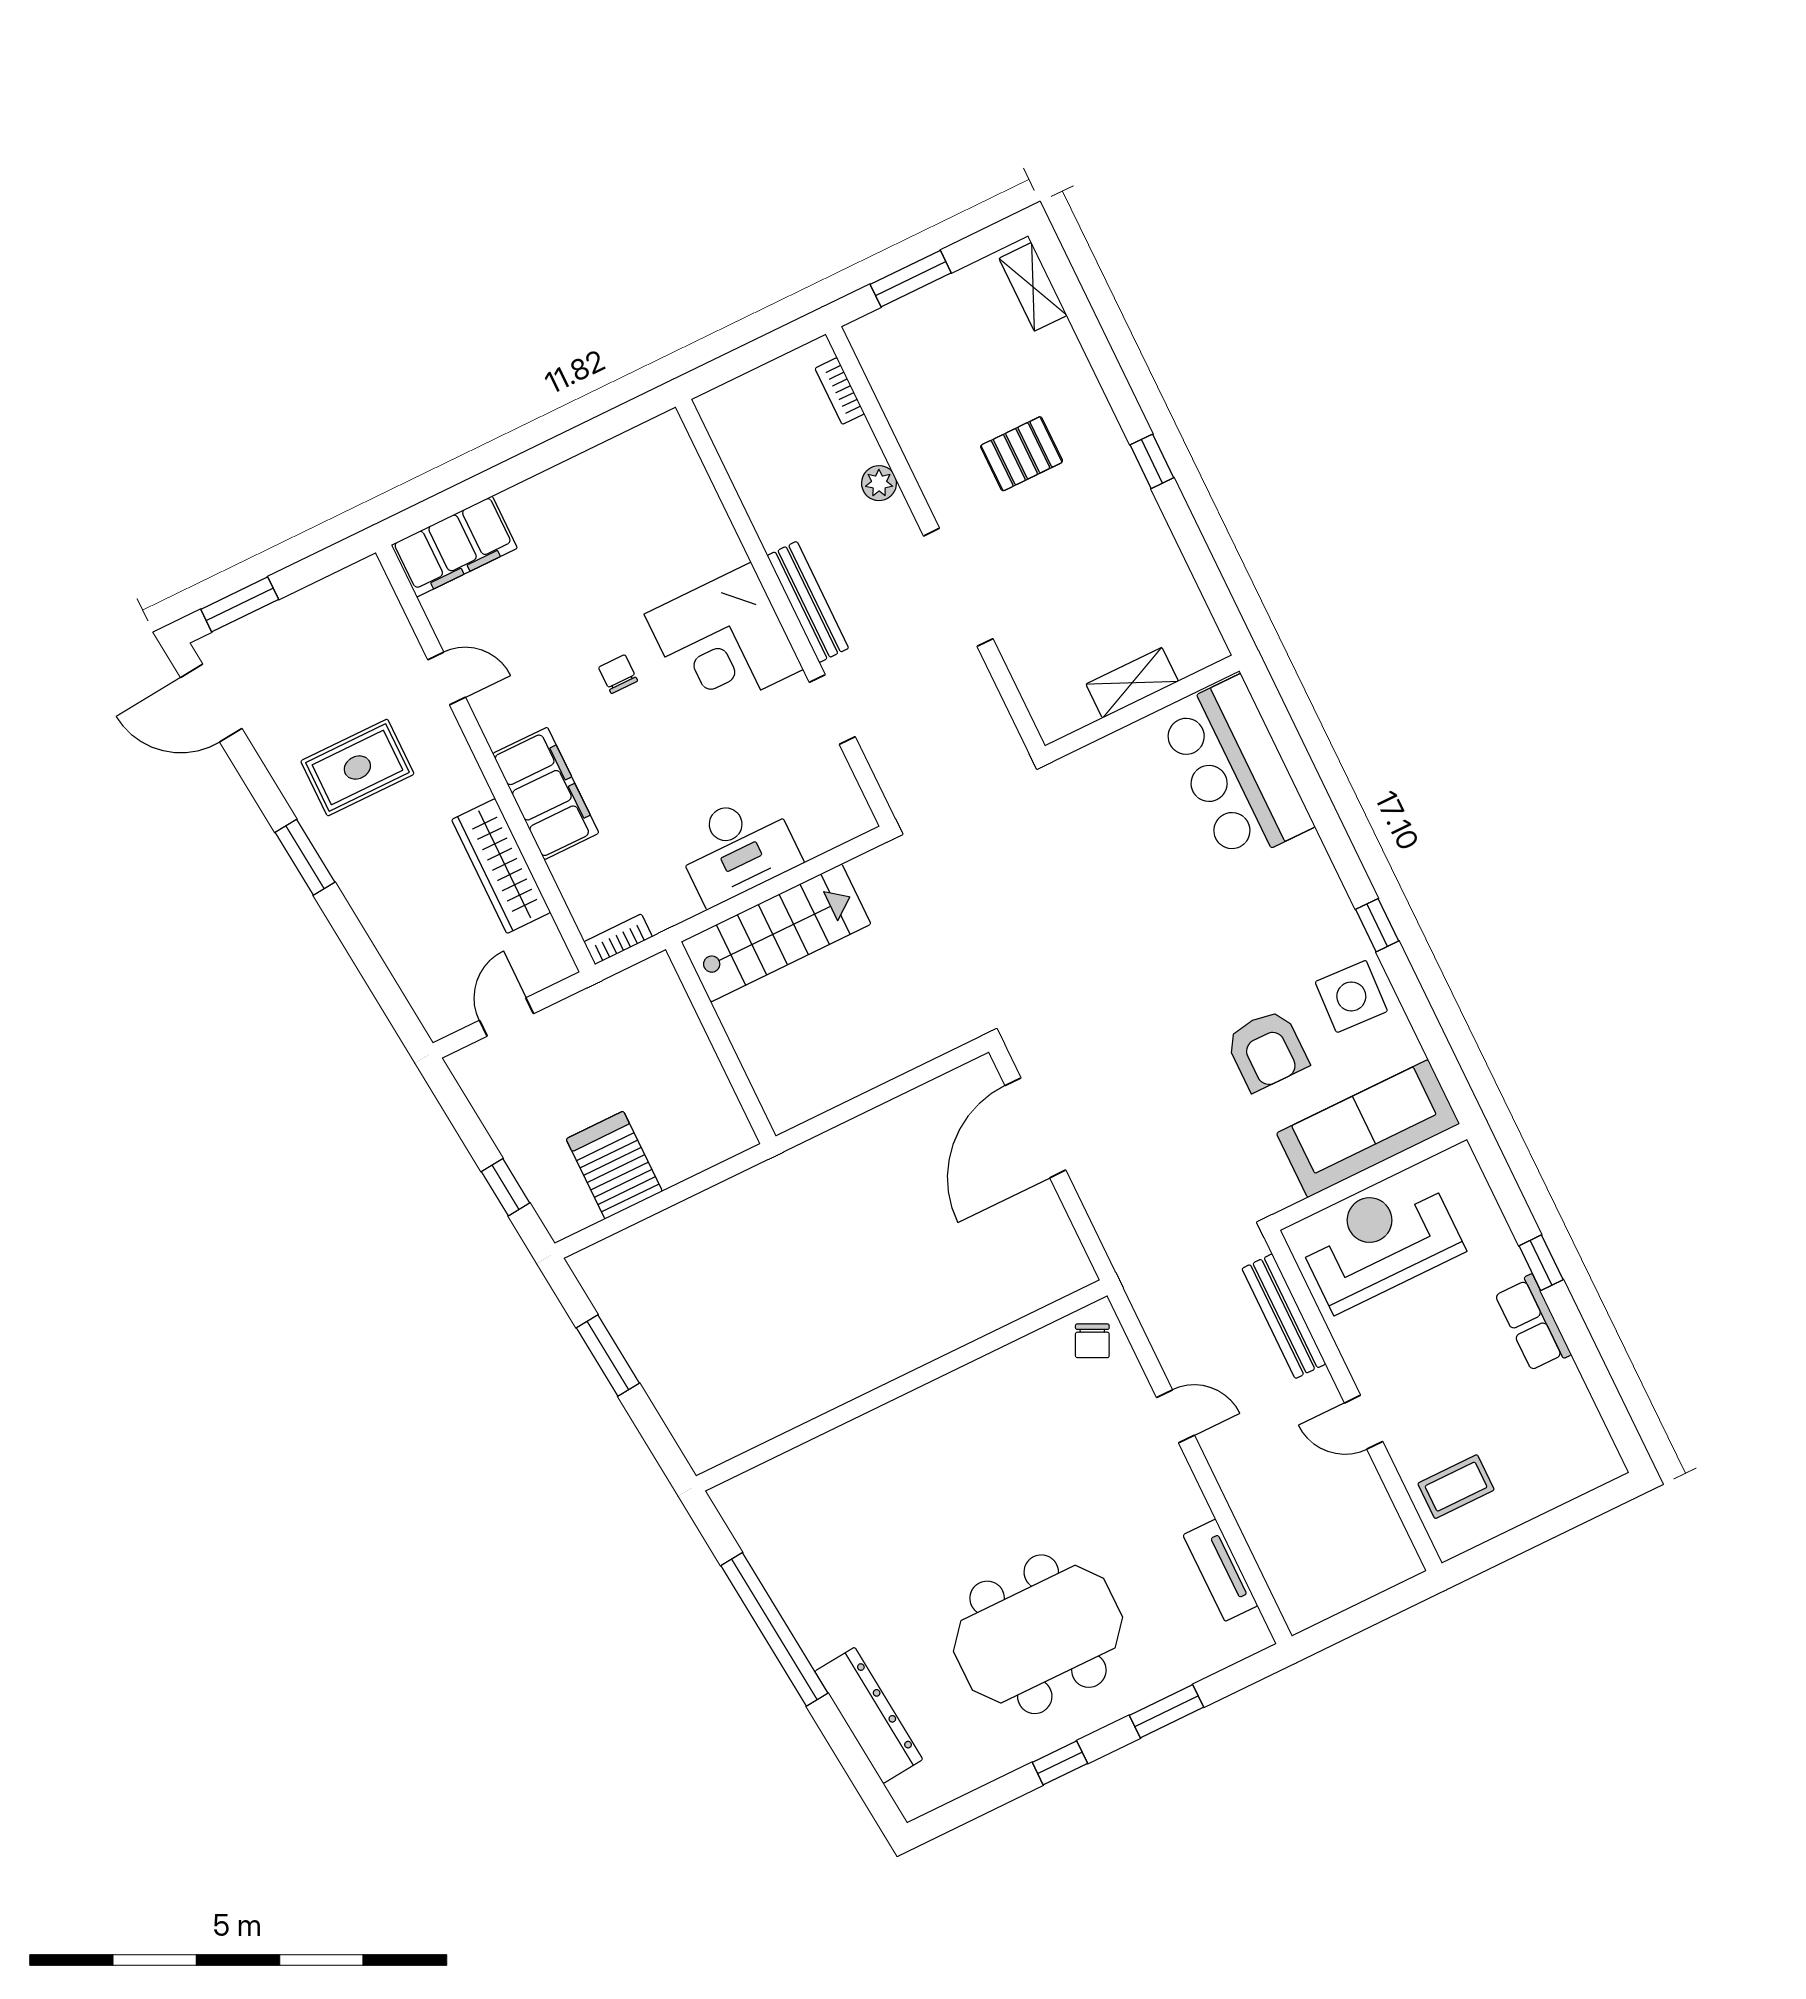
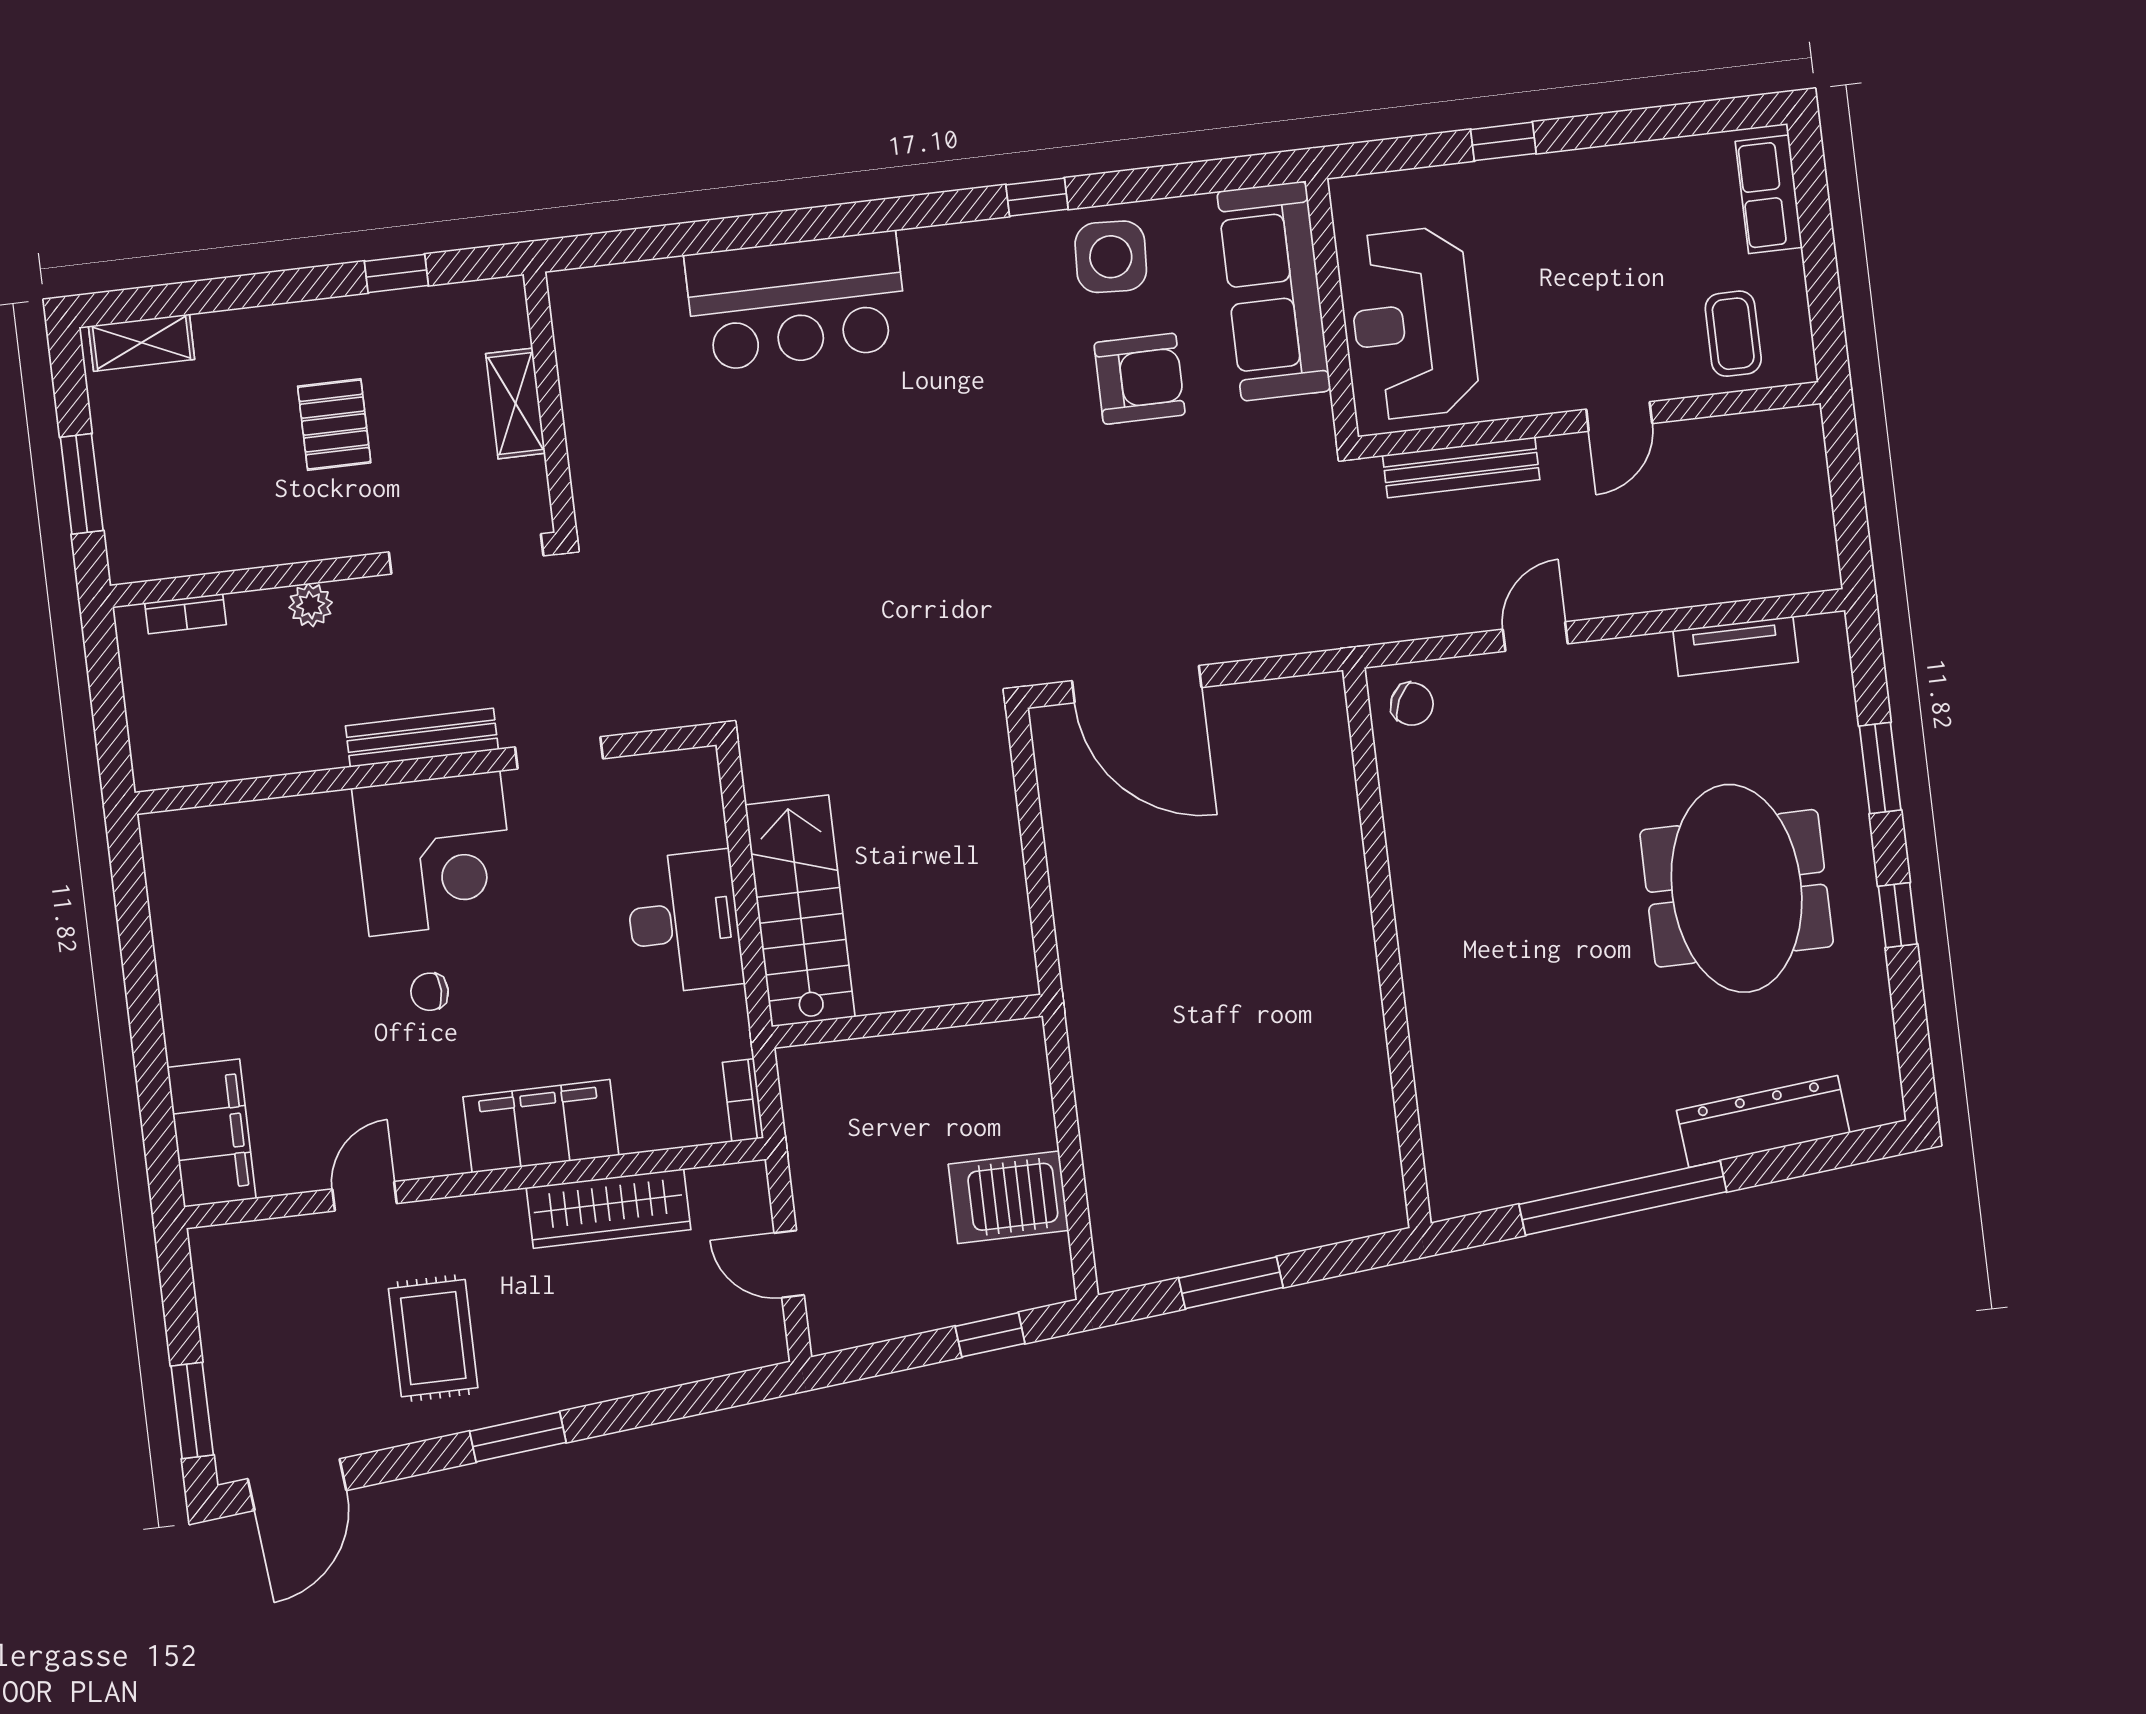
shelving: (1132, 683) -> (516, 403), moved
wall: (1142, 708) -> (550, 402), moved
row of seats: (1533, 1323) -> (1769, 194), moved, turned 90

